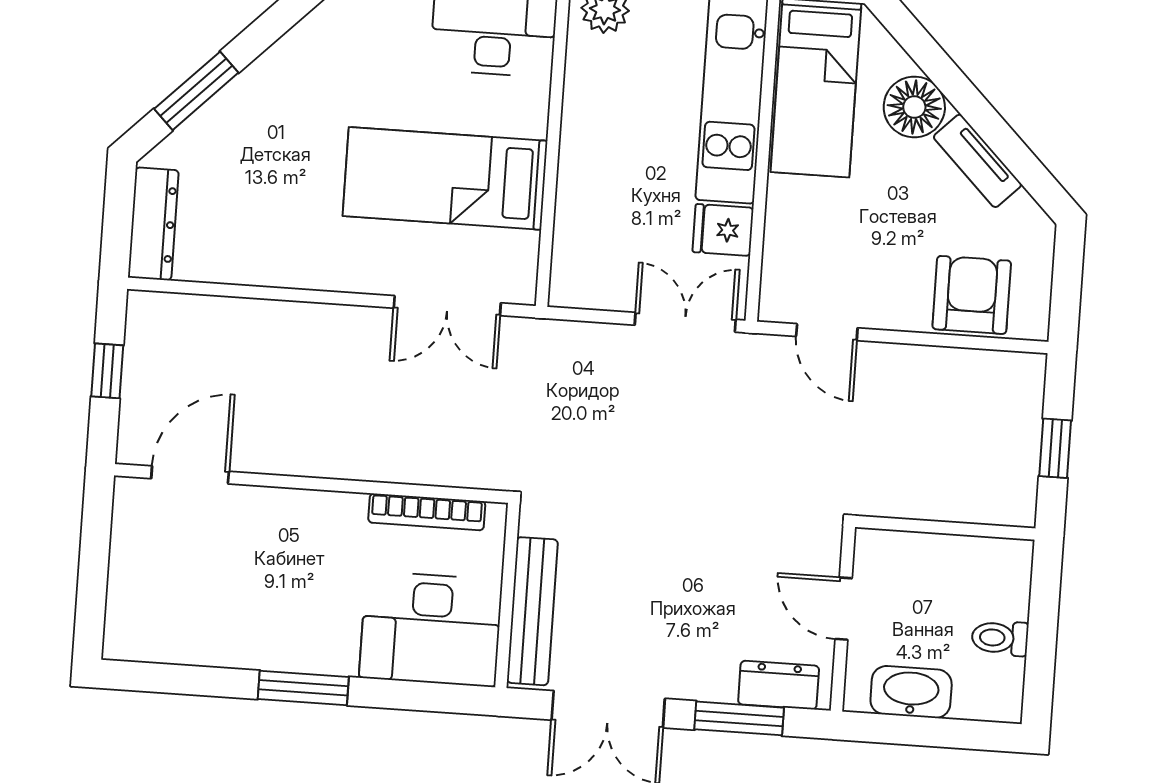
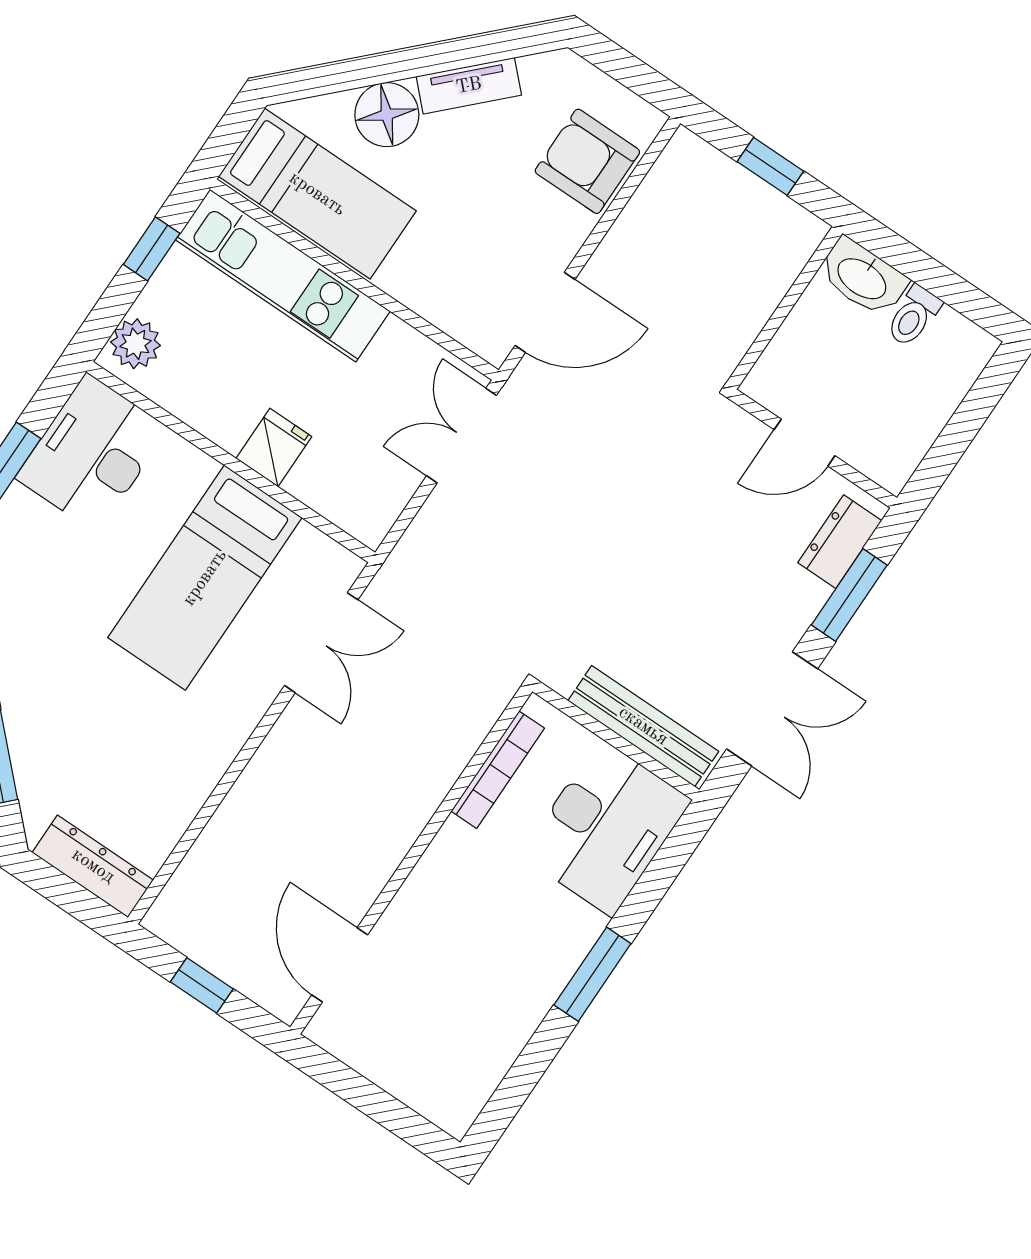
fridge: (723, 230) -> (274, 448), moved, turned 180
door: (827, 332) -> (545, 312), width x1.38
washbasin: (911, 692) -> (863, 277), moved, turned -90

